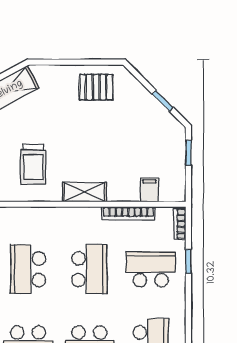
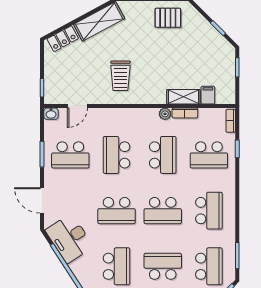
shelving: (84, 192) -> (183, 97), moved
bookcase: (128, 214) -> (185, 113), width x0.64
plant: (92, 215) -> (165, 114), added
school desk: (151, 269) -> (209, 155), turned 180

